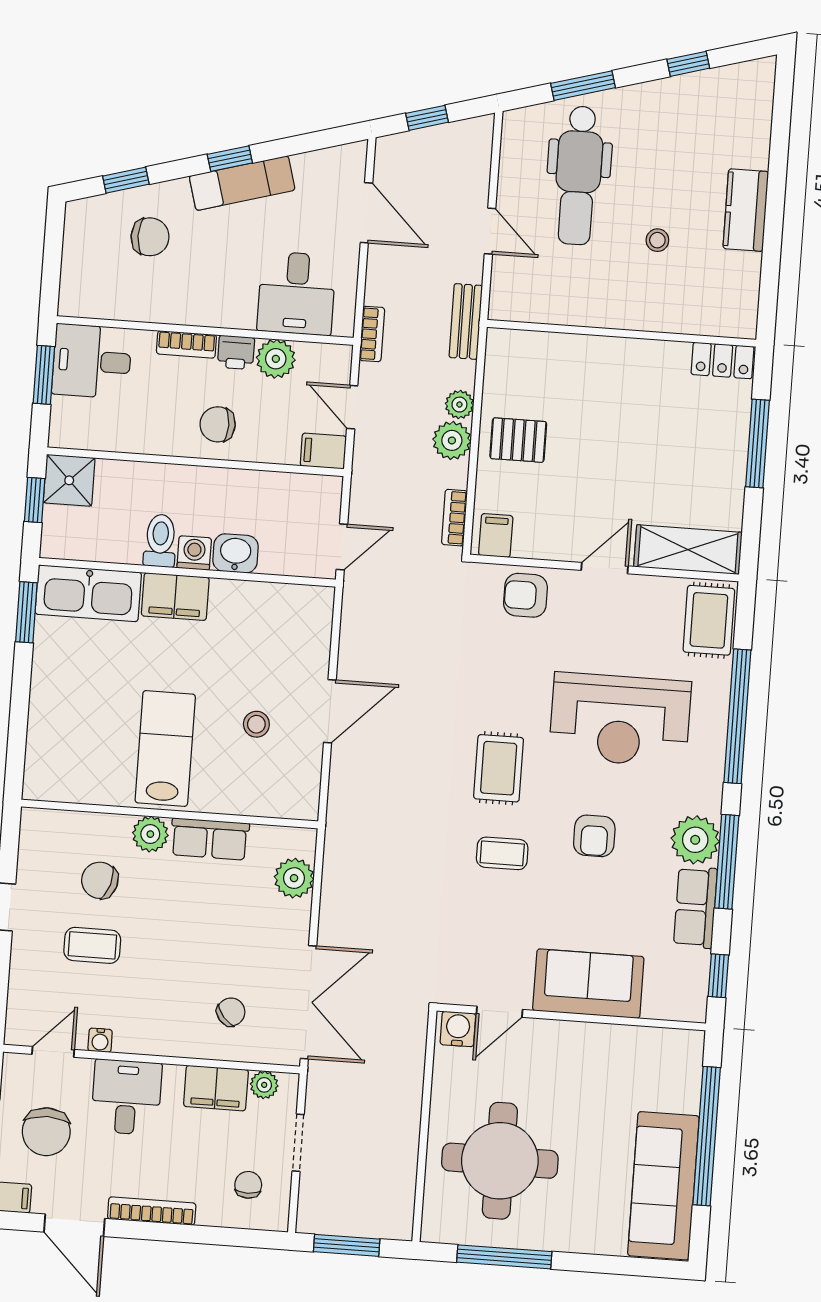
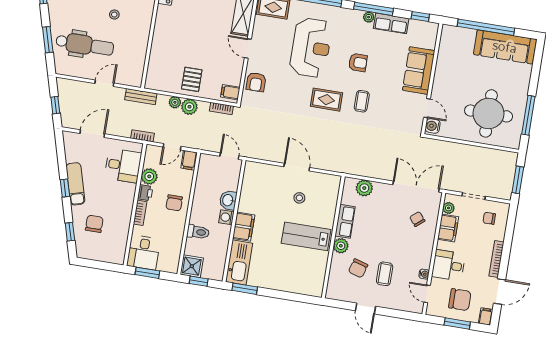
toilet: (160, 541) -> (198, 232), moved, turned 180
plant: (695, 840) -> (369, 17), width x0.53, depth x0.53

